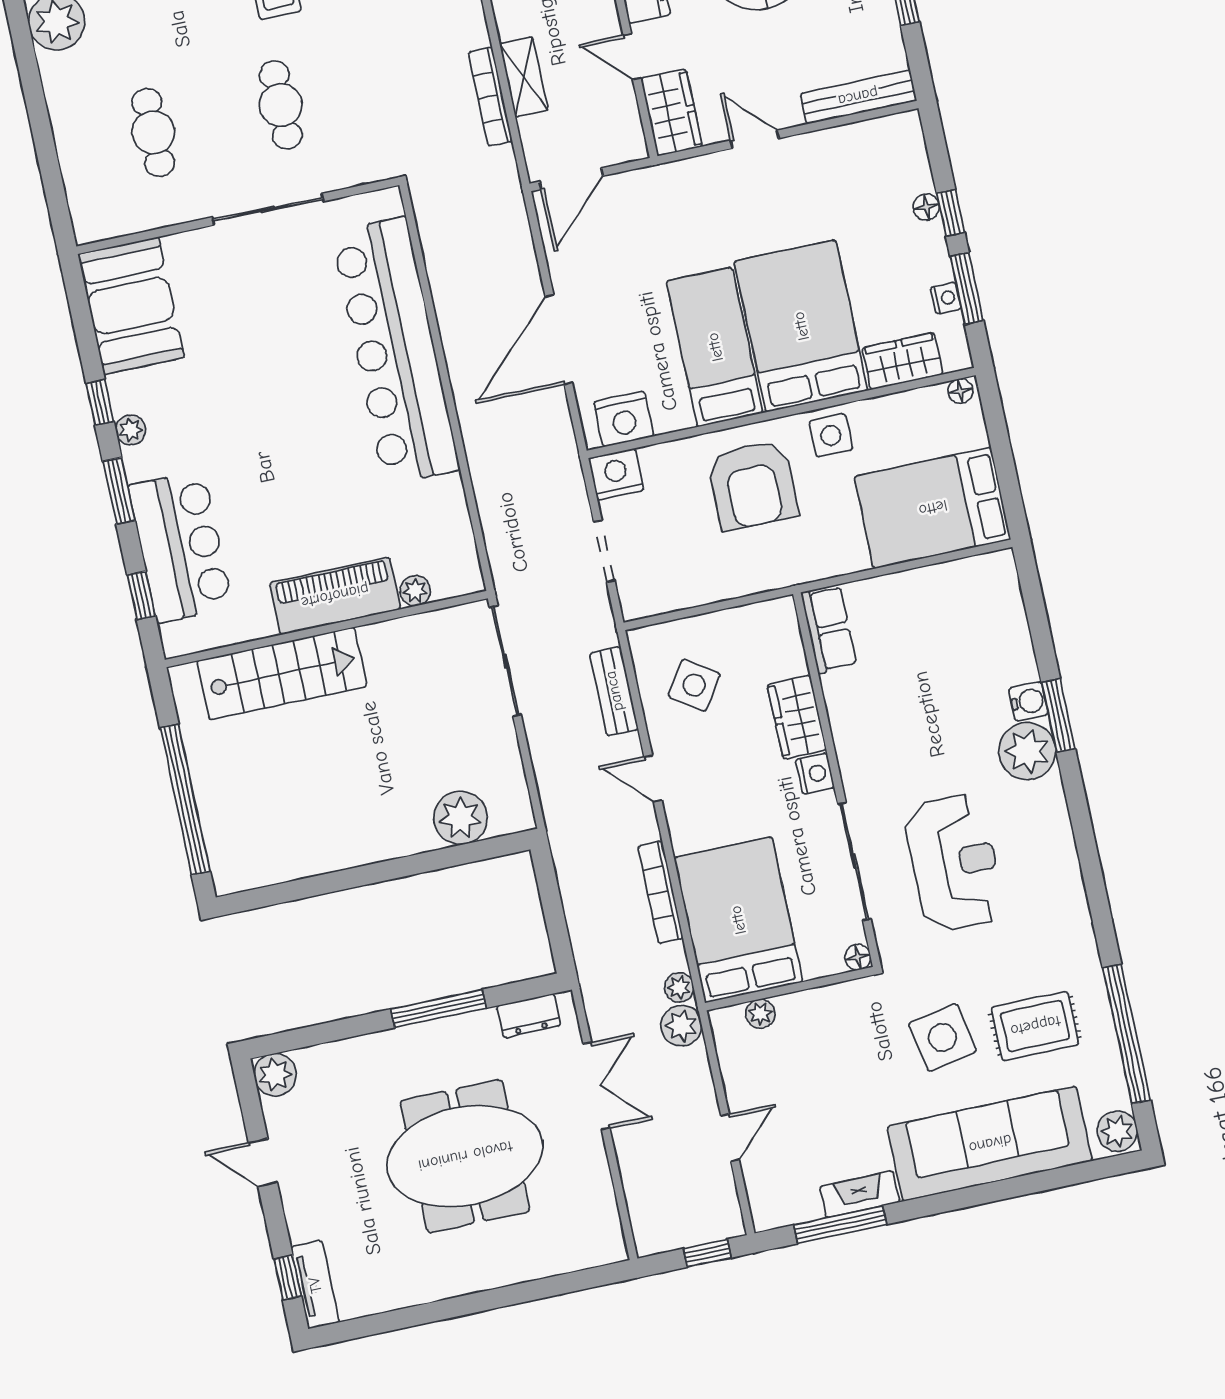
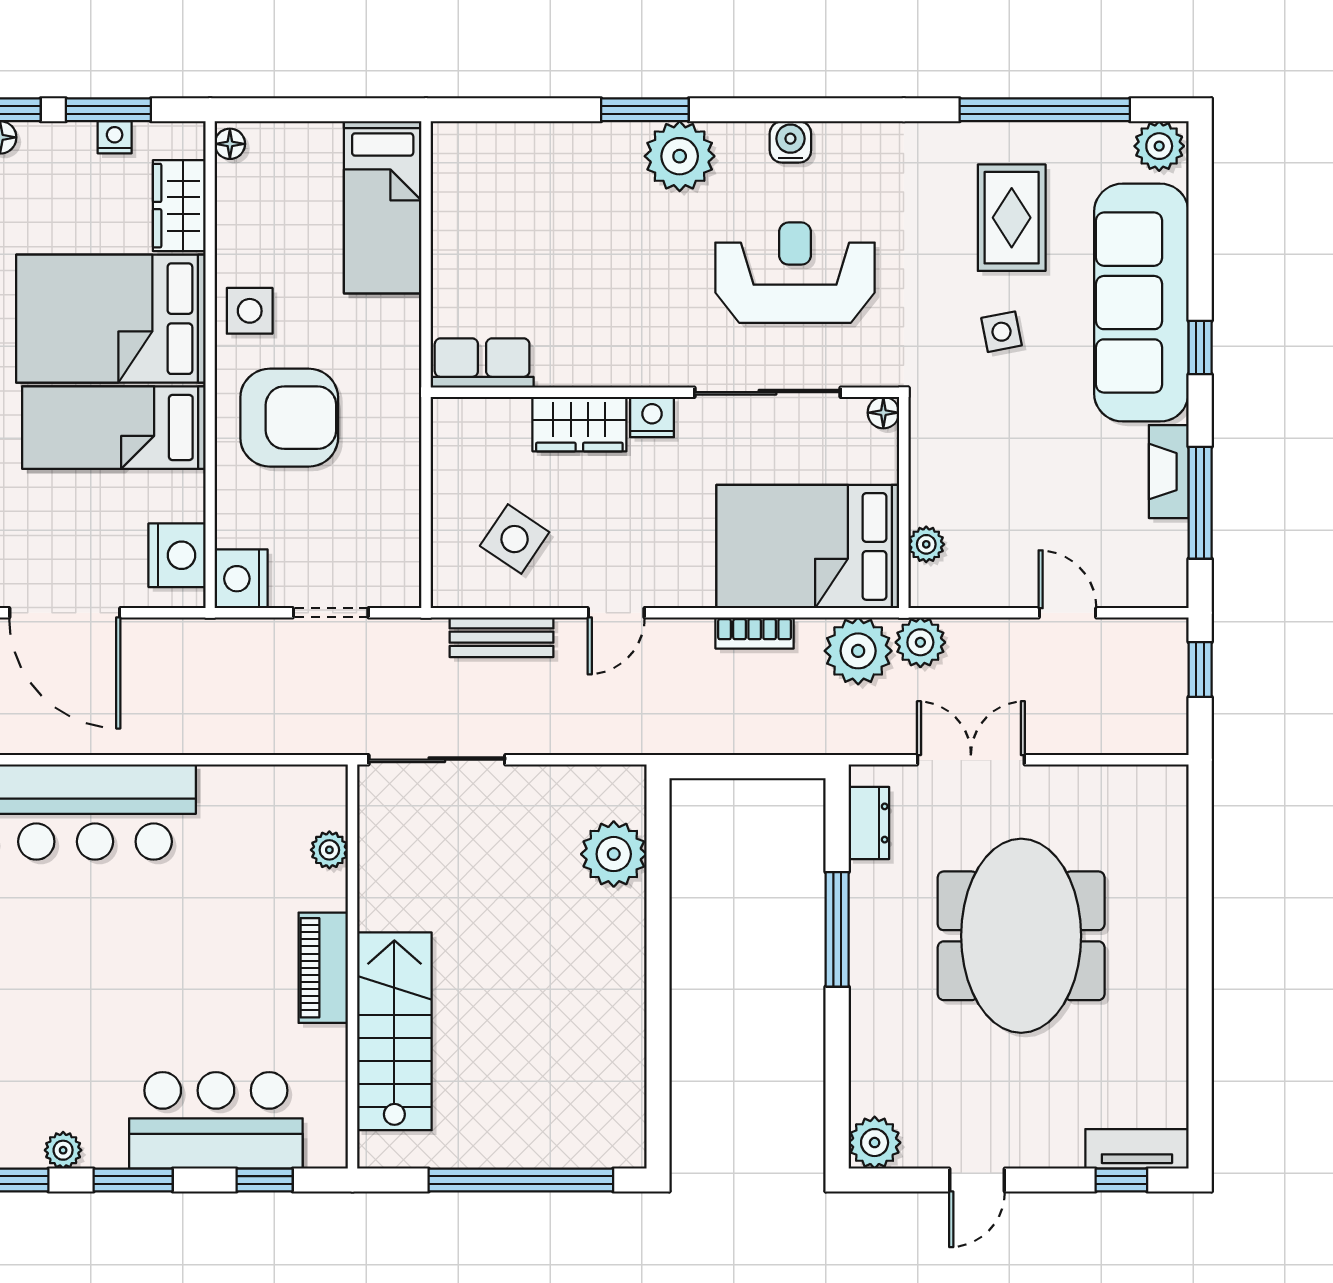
bed: (933, 508) -> (383, 207), width x0.67
piano: (335, 596) -> (323, 968), width x0.73, depth x0.75
water cooler: (1028, 701) -> (790, 142), moved
bookcase: (660, 892) -> (755, 633), width x0.64
plant: (679, 988) -> (858, 651), width x1.88, depth x1.88
side table: (942, 1037) -> (1002, 332), width x0.54, depth x0.54
window: (964, 1198) -> (1200, 347), added

